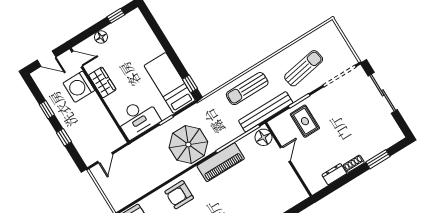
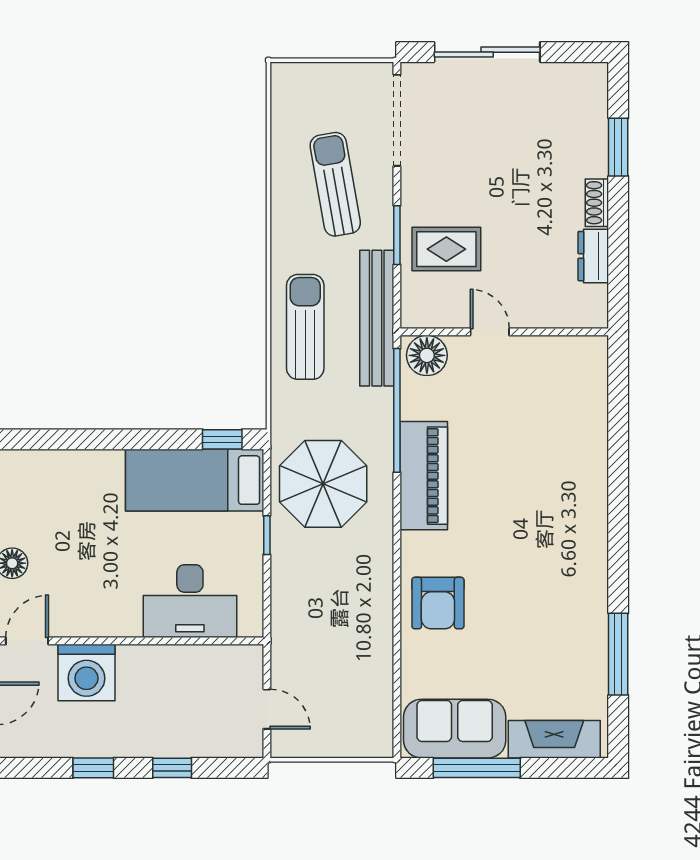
wardrobe: (102, 82) -> (107, 618), removed
sun lounger: (247, 89) -> (305, 327), turned 180
desk: (138, 118) -> (190, 601), moved, turned 90
parasol: (188, 145) -> (323, 484), moved

